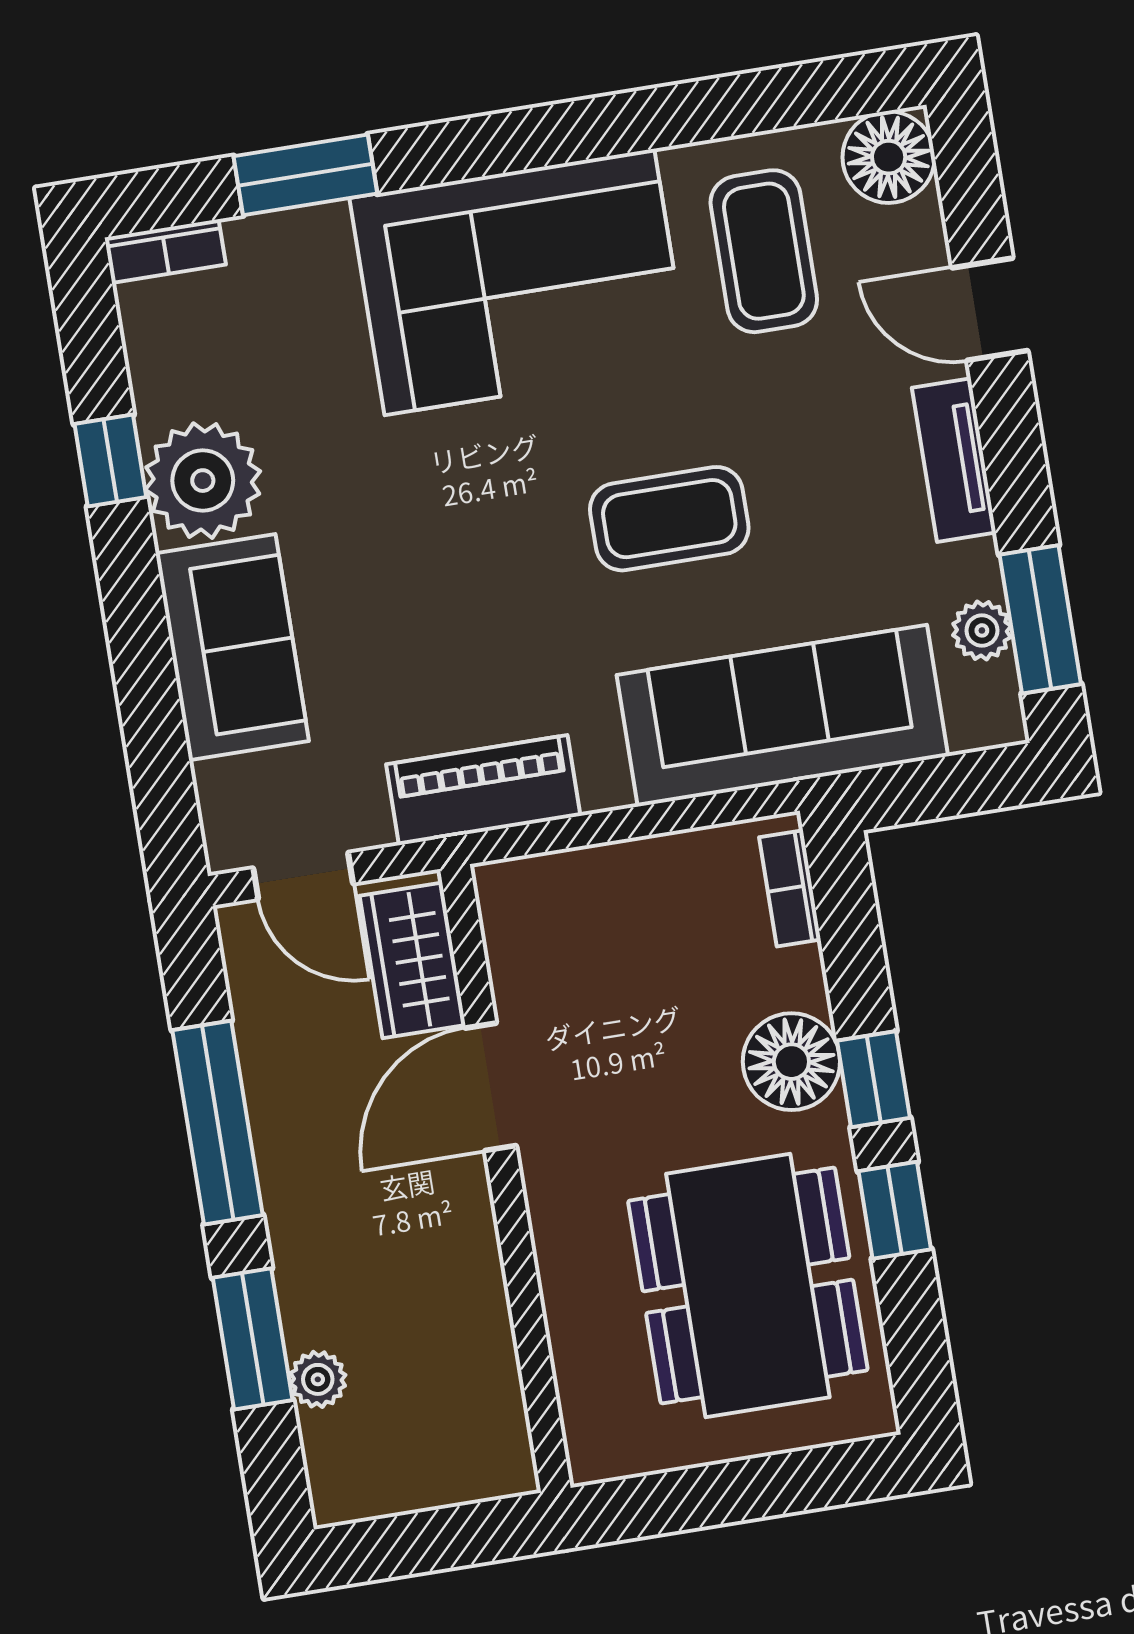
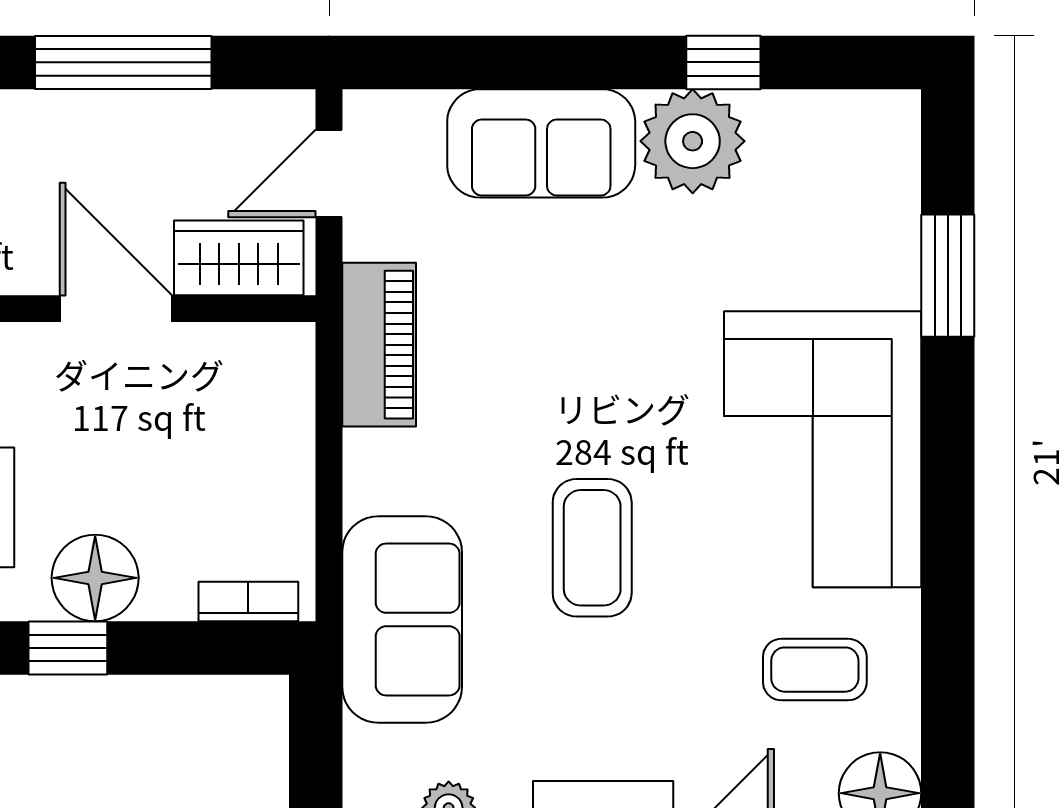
bookcase: (165, 251) -> (901, 141), removed
coffee table: (764, 251) -> (815, 670), width x0.73, depth x0.77
sofa: (782, 716) -> (402, 620), width x0.73

